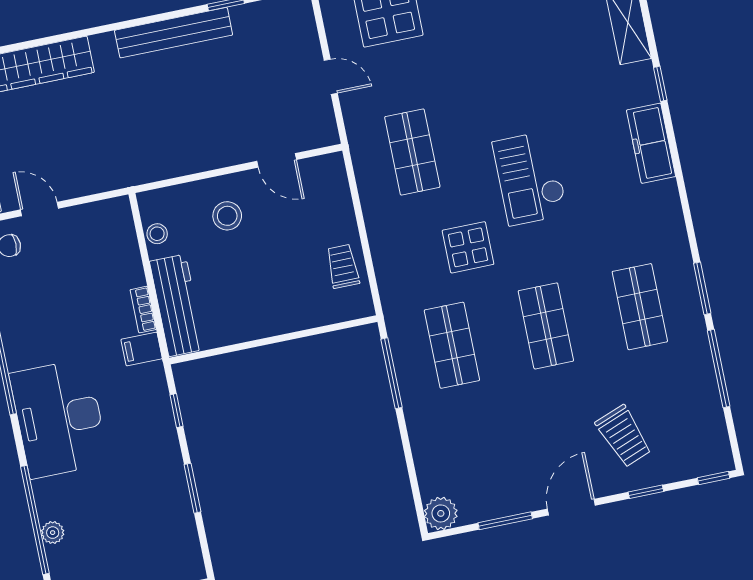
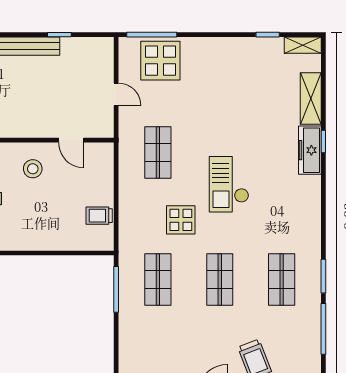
freezer: (651, 143) -> (310, 150), moved
trolley: (343, 266) -> (99, 216), turned -90

